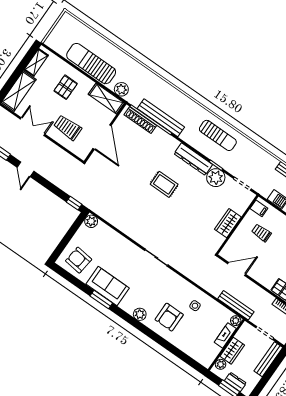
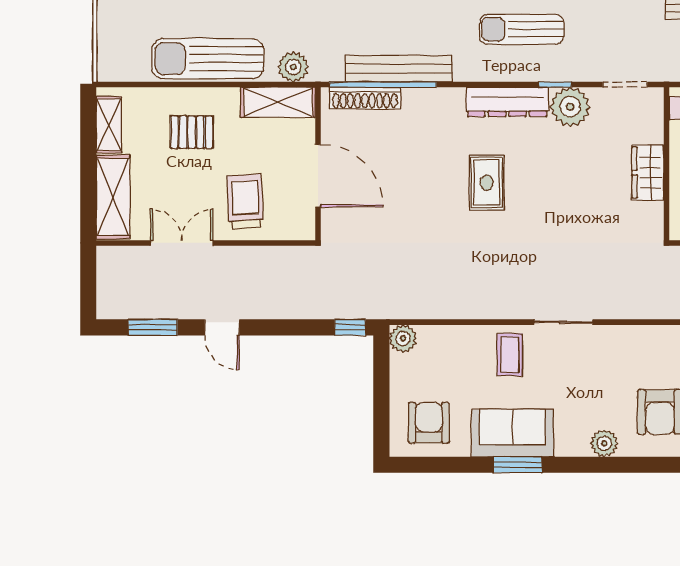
pallet: (66, 87) -> (192, 132), turned 90
trolley: (68, 128) -> (245, 201), turned 87
sun lounger: (218, 135) -> (522, 29), turned 180
rug: (164, 184) -> (487, 182), turned 90
coffee table: (127, 256) -> (510, 355), added
armchair: (79, 260) -> (429, 423), turned 83

